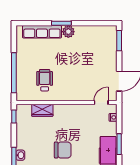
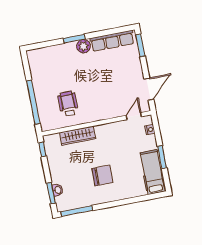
row of seats: (42, 32) -> (112, 41), moved
wardrobe: (42, 110) -> (78, 136), width x1.50

